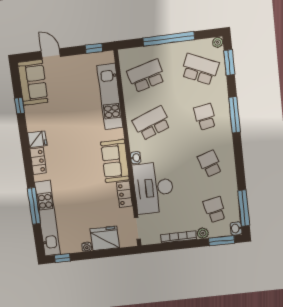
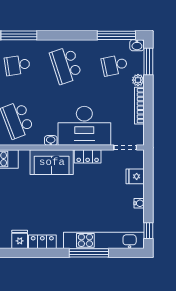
school desk: (210, 164) -> (66, 65), width x1.85
fridge: (105, 238) -> (135, 176), width x0.53, depth x0.75

